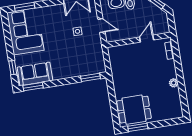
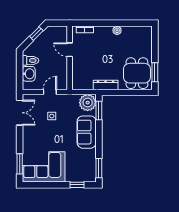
plant: (97, 65) -> (88, 103), added
sofa: (35, 74) -> (87, 132), moved
dresser: (117, 80) -> (106, 85), added

